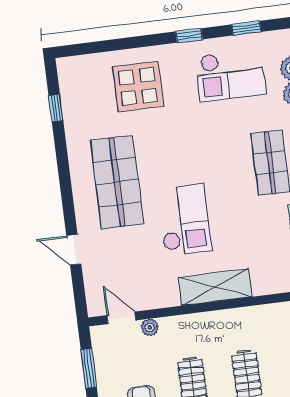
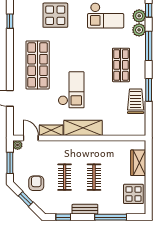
shelving: (157, 299) -> (51, 130), added
plant: (150, 327) -> (18, 145), moved

